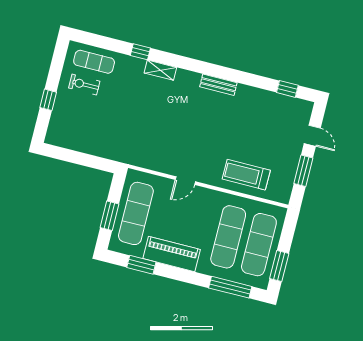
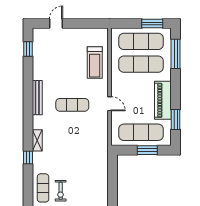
bench: (218, 85) -> (37, 98), width x1.36
exercise mat: (197, 130) -> (72, 105), added
window: (303, 171) -> (82, 24), removed

